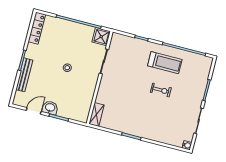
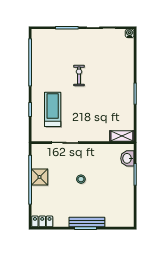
locker: (37, 28) -> (42, 221), width x0.66
shower: (101, 37) -> (39, 177), moved
treadmill: (165, 63) -> (53, 109), moved
bench: (24, 75) -> (87, 222), moved
washbasin: (50, 108) -> (127, 158), moved
door: (34, 111) -> (135, 202), removed

